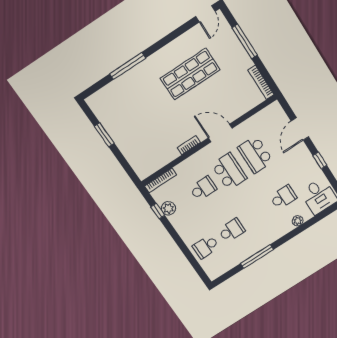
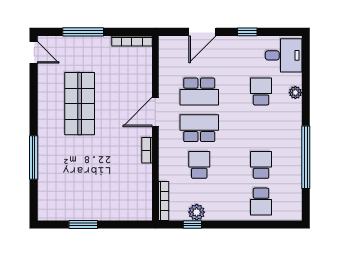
door: (300, 129) -> (202, 32), hinge flipped
window: (257, 256) -> (306, 157), width x1.46

